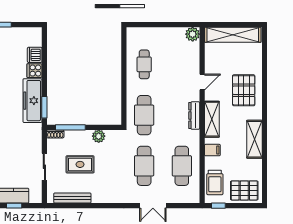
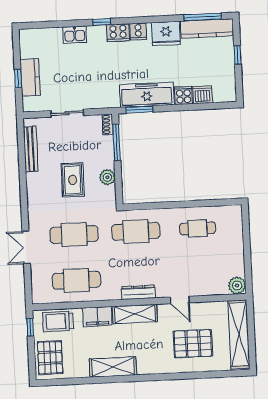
pallet: (244, 90) -> (193, 344), moved
filing cabinet: (212, 150) -> (97, 317), width x2.00
rug: (80, 164) -> (73, 180), moved

